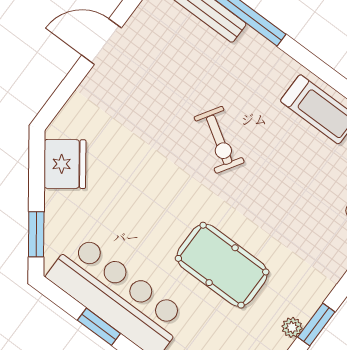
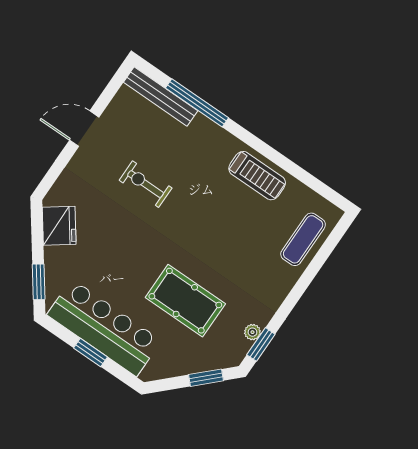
exercise bike: (219, 140) -> (146, 184), moved, turned 148
plant: (292, 327) -> (252, 332), moved

